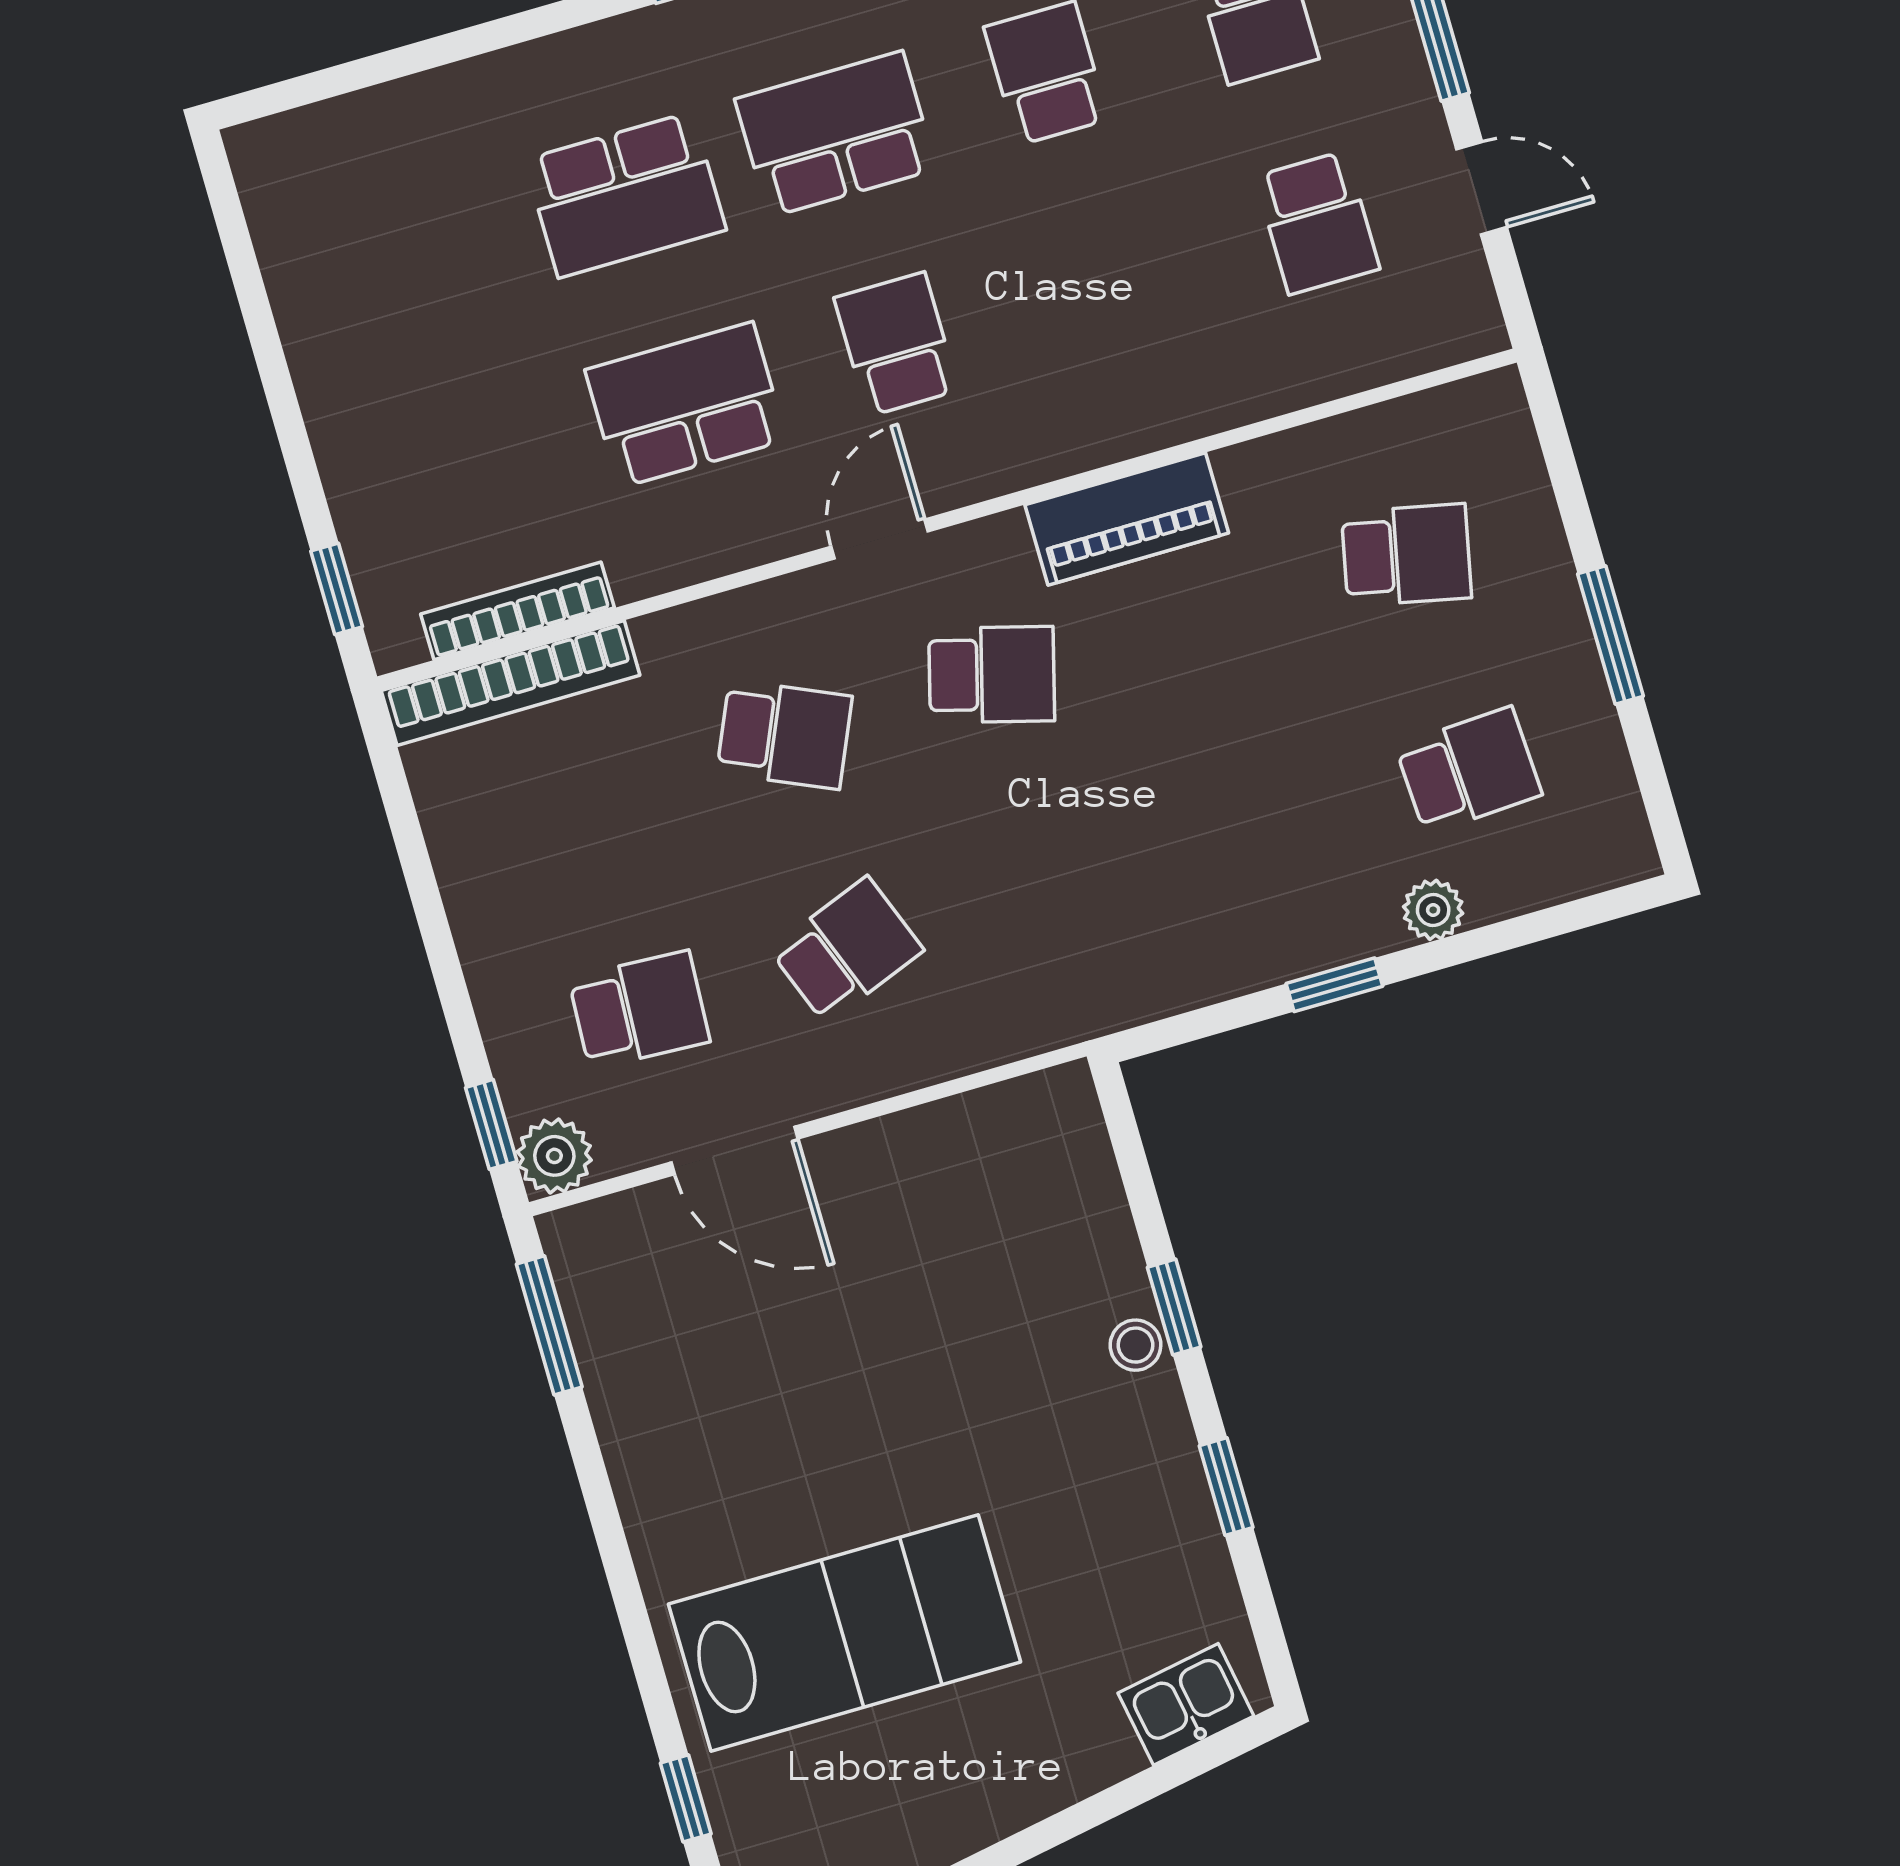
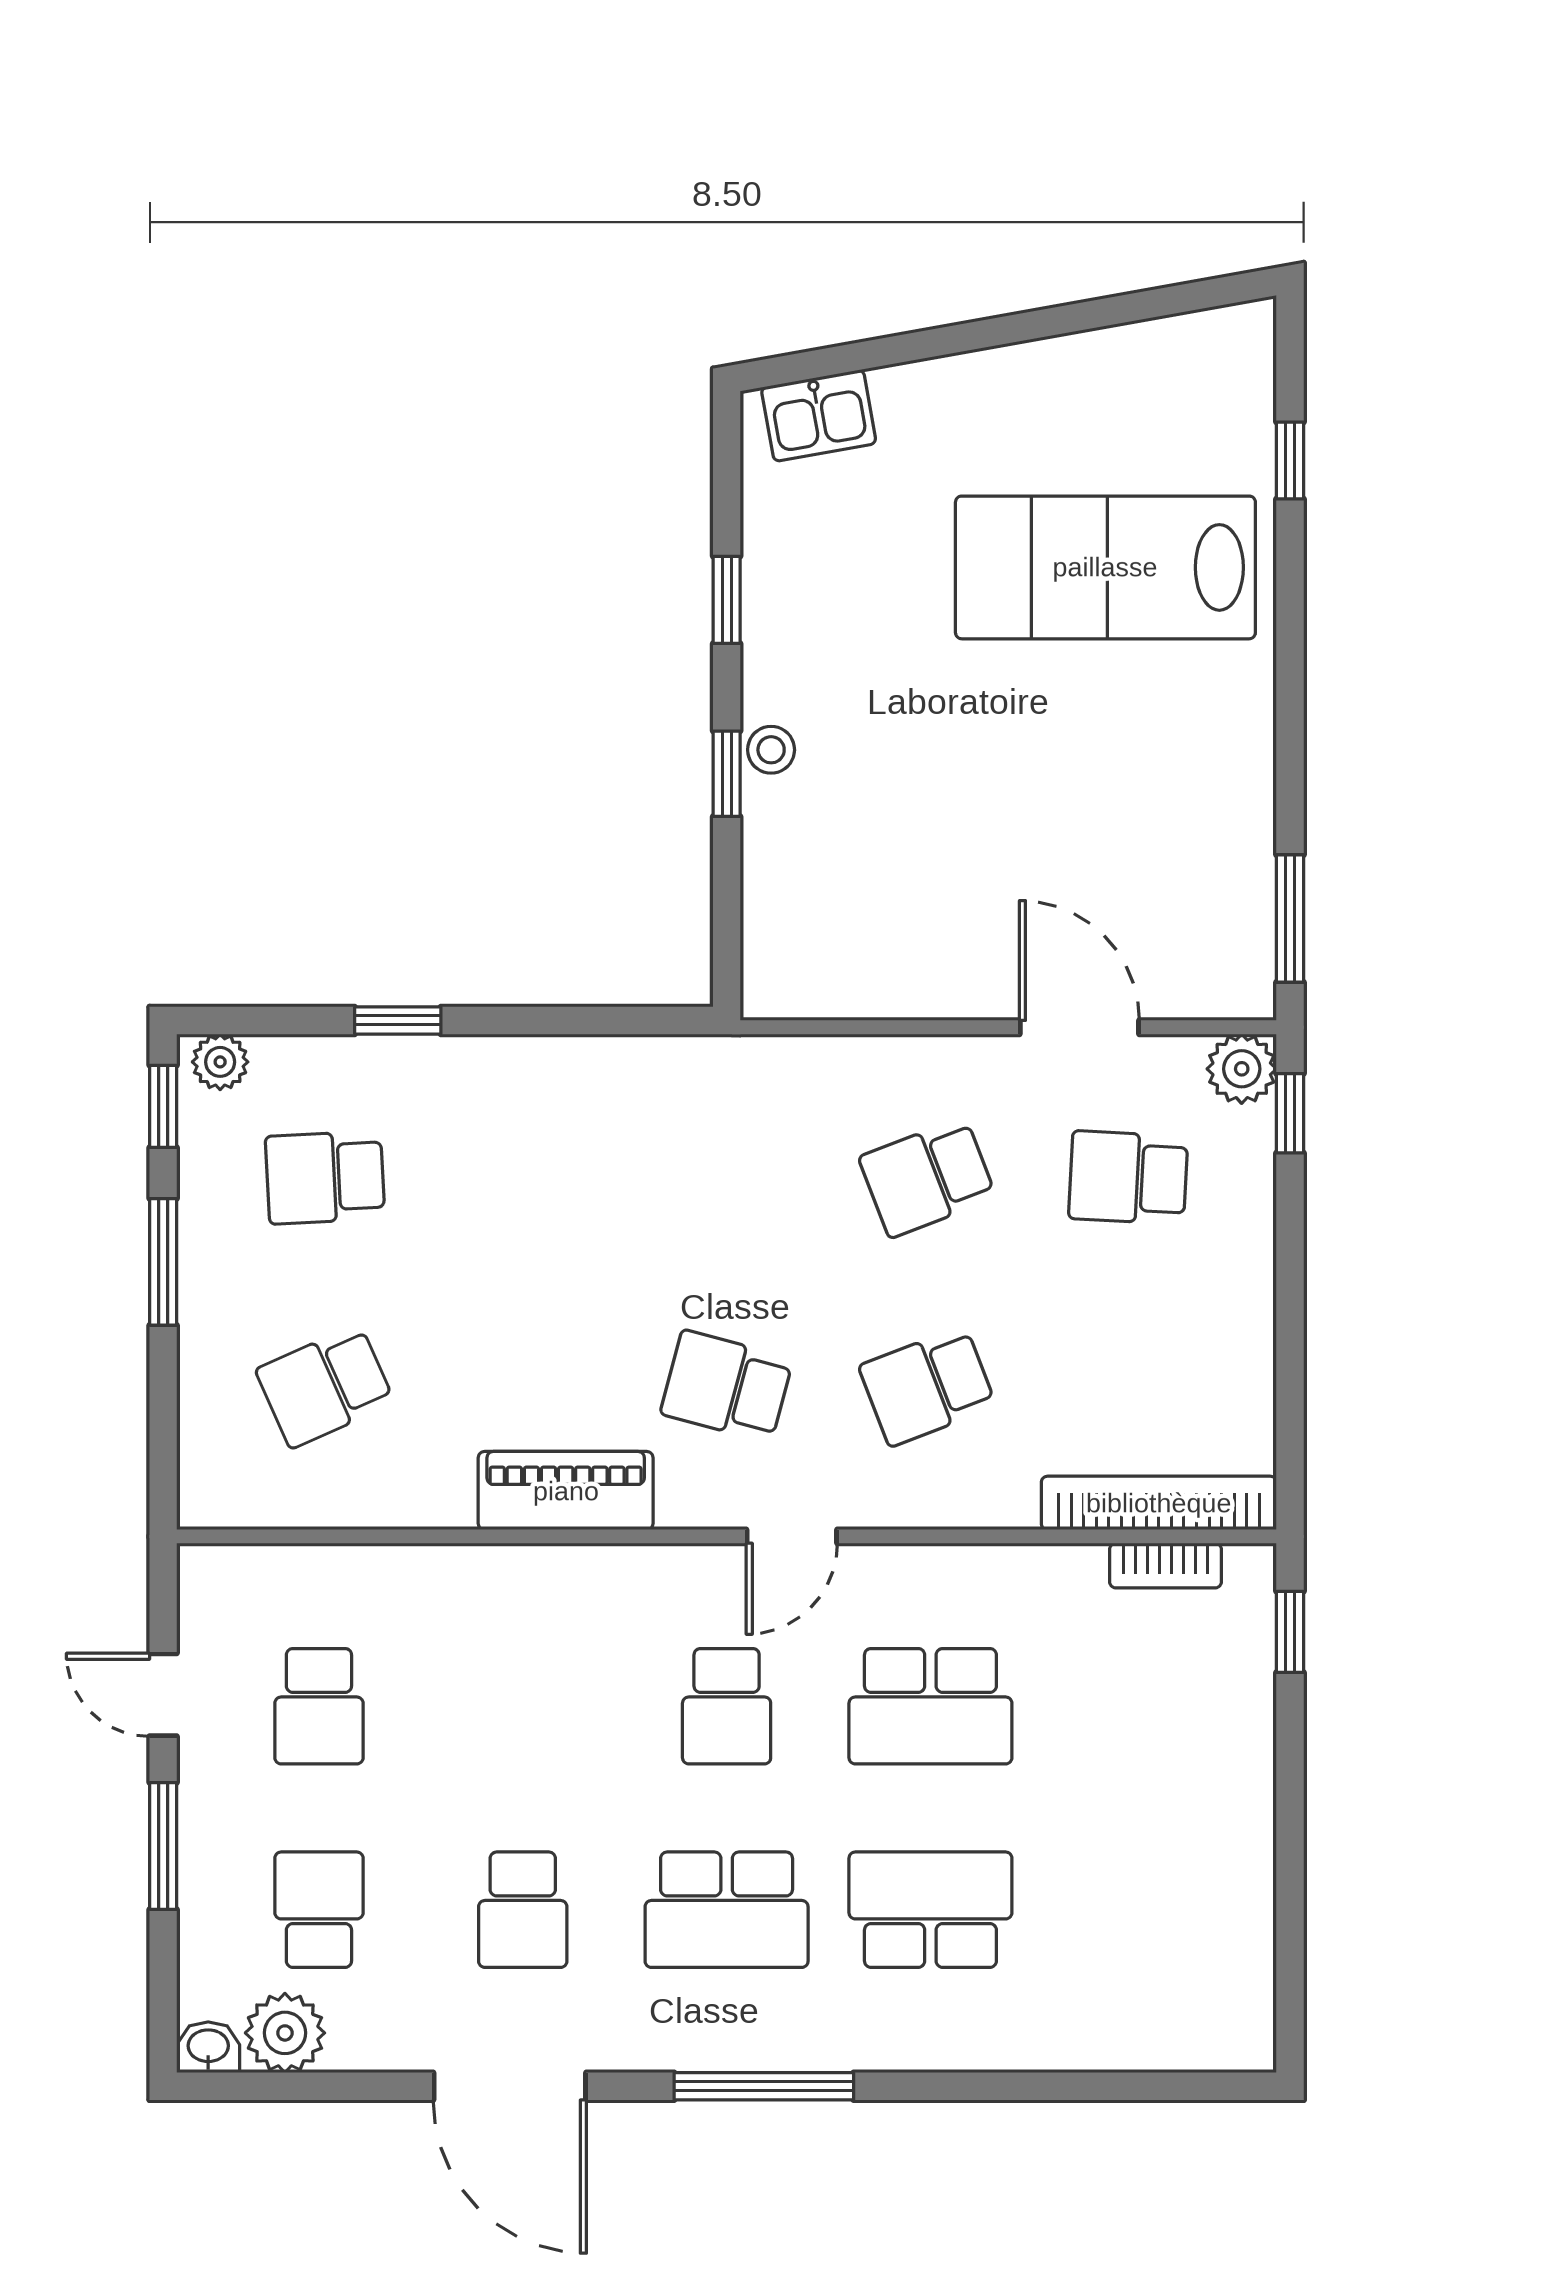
school desk: (1317, 223) -> (319, 1706), turned 180
school desk: (1406, 555) -> (325, 1386), turned -36
bookcase: (518, 611) -> (1165, 1566), width x0.64
school desk: (784, 734) -> (927, 1386), turned -45
window: (1657, 796) -> (163, 1106), added
plant: (1433, 910) -> (220, 1062), moved
window: (1334, 985) -> (398, 1020), moved

